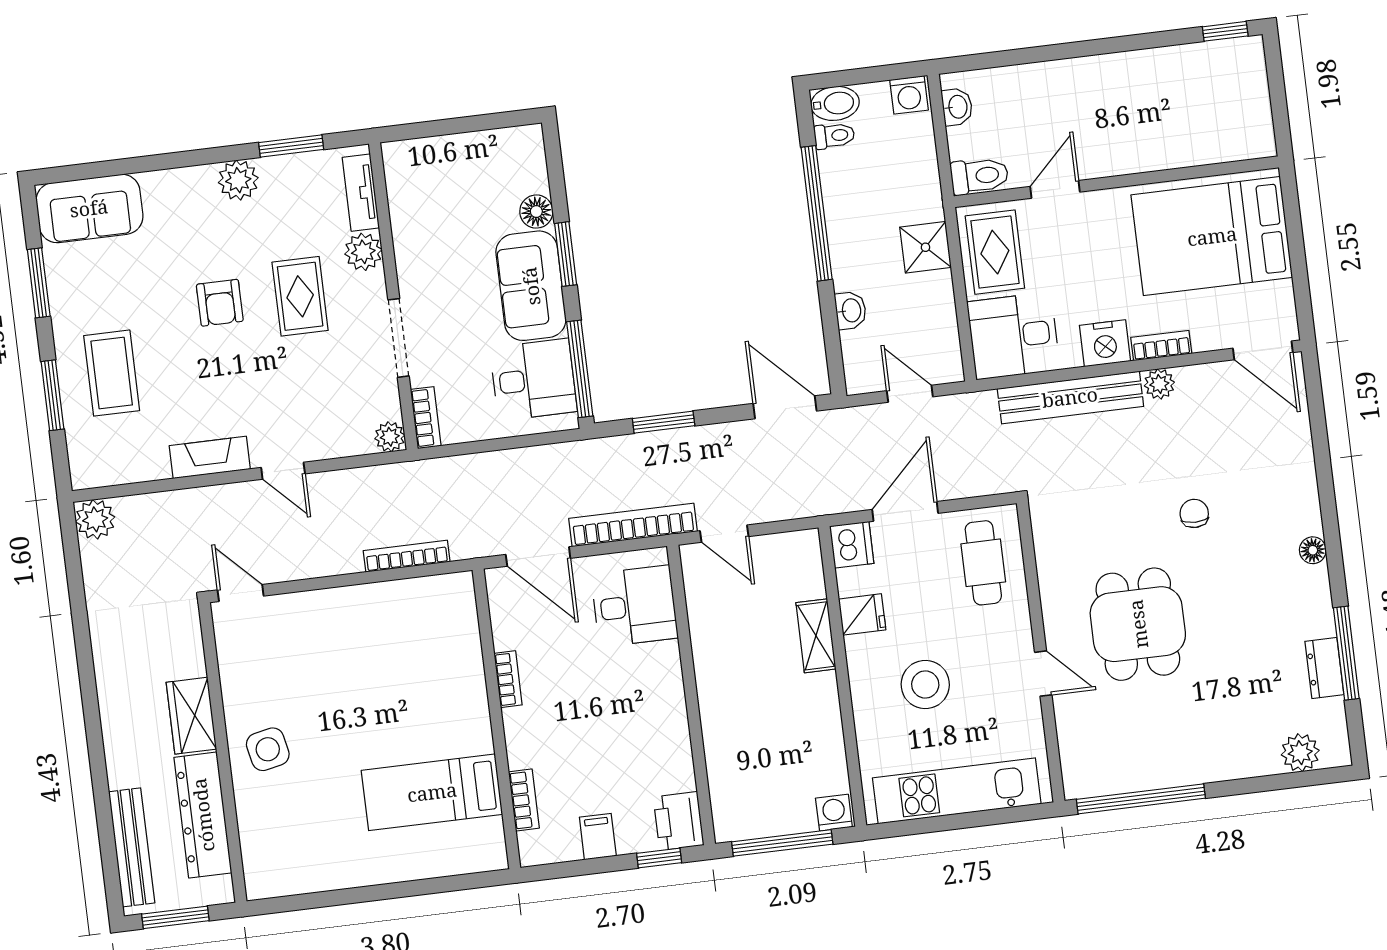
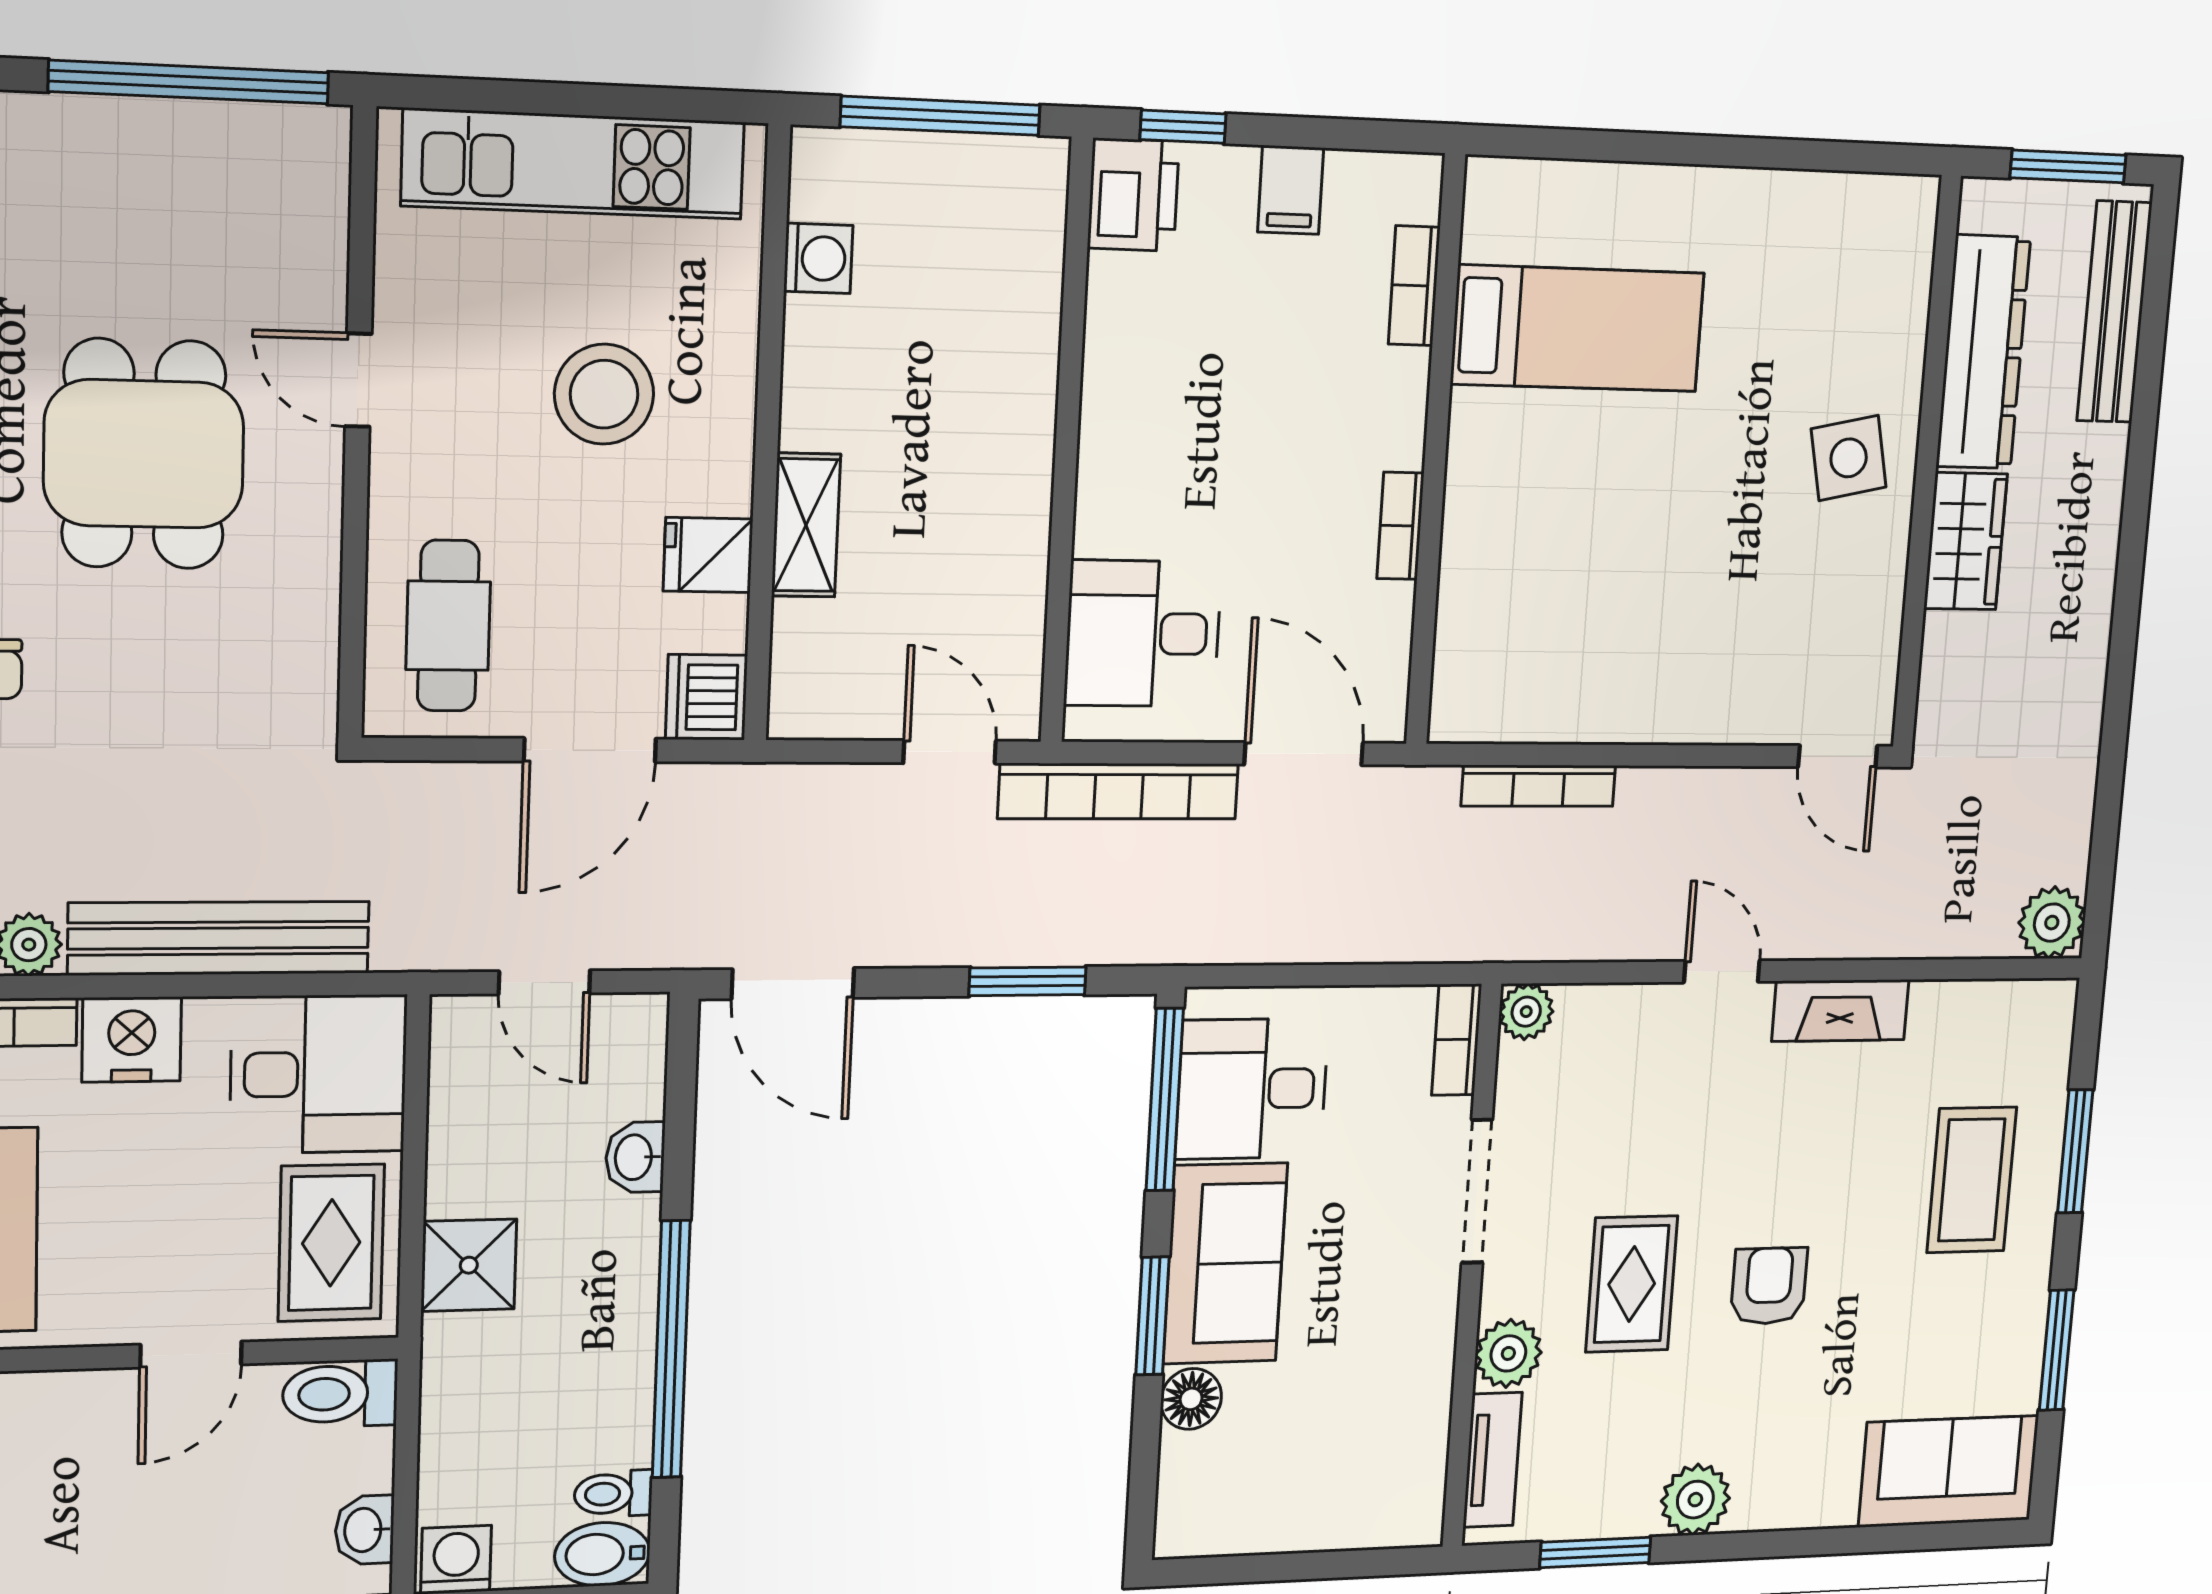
washing machine: (834, 813) -> (818, 258), moved, turned -90

